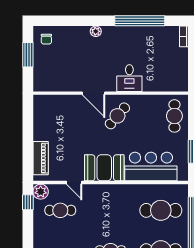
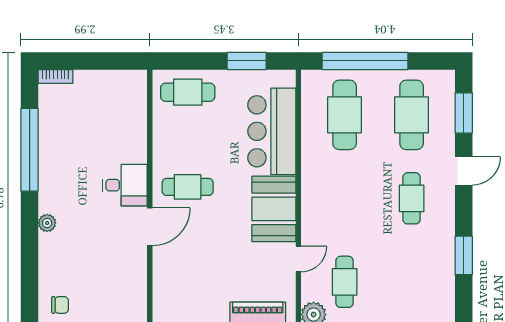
desk: (129, 78) -> (125, 185), moved
cafe table: (117, 116) -> (188, 187), turned -41

